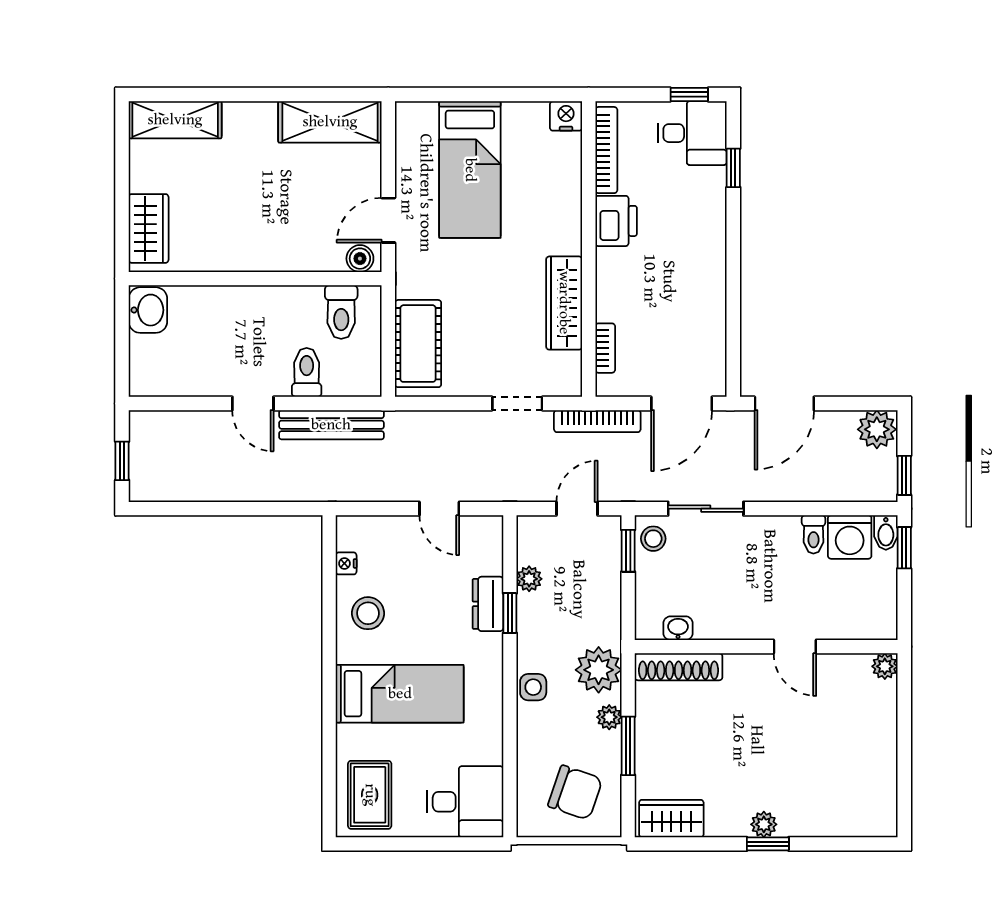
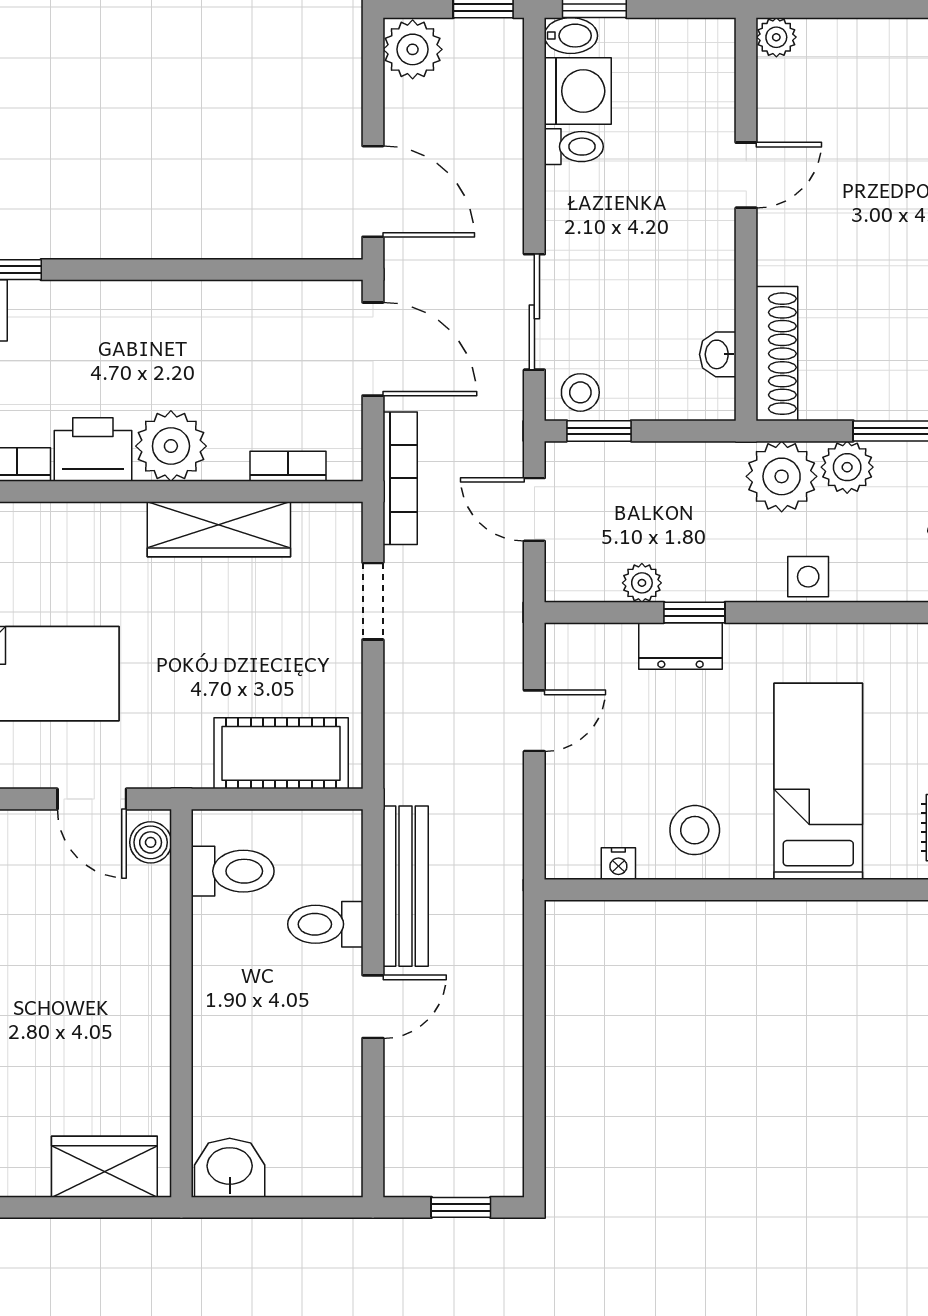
plant: (618, 272) -> (171, 446), added
plant: (609, 717) -> (847, 467), width x1.38, depth x1.38

